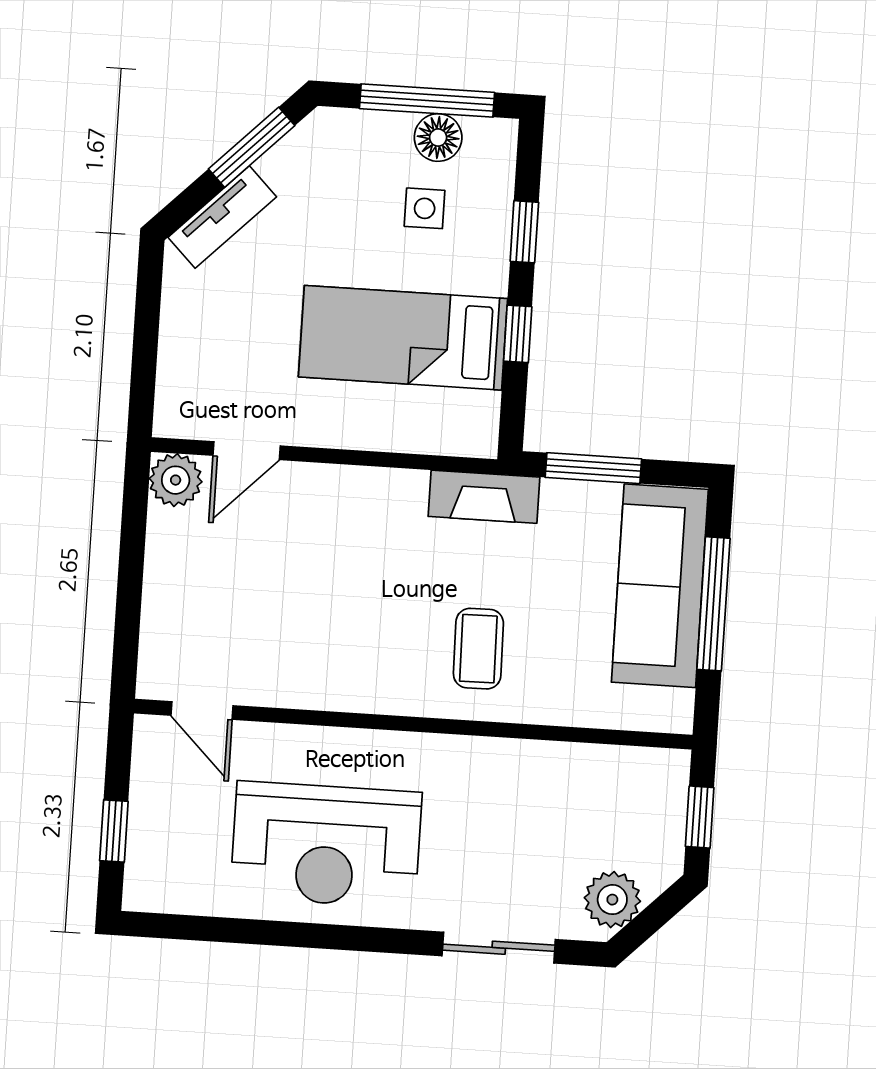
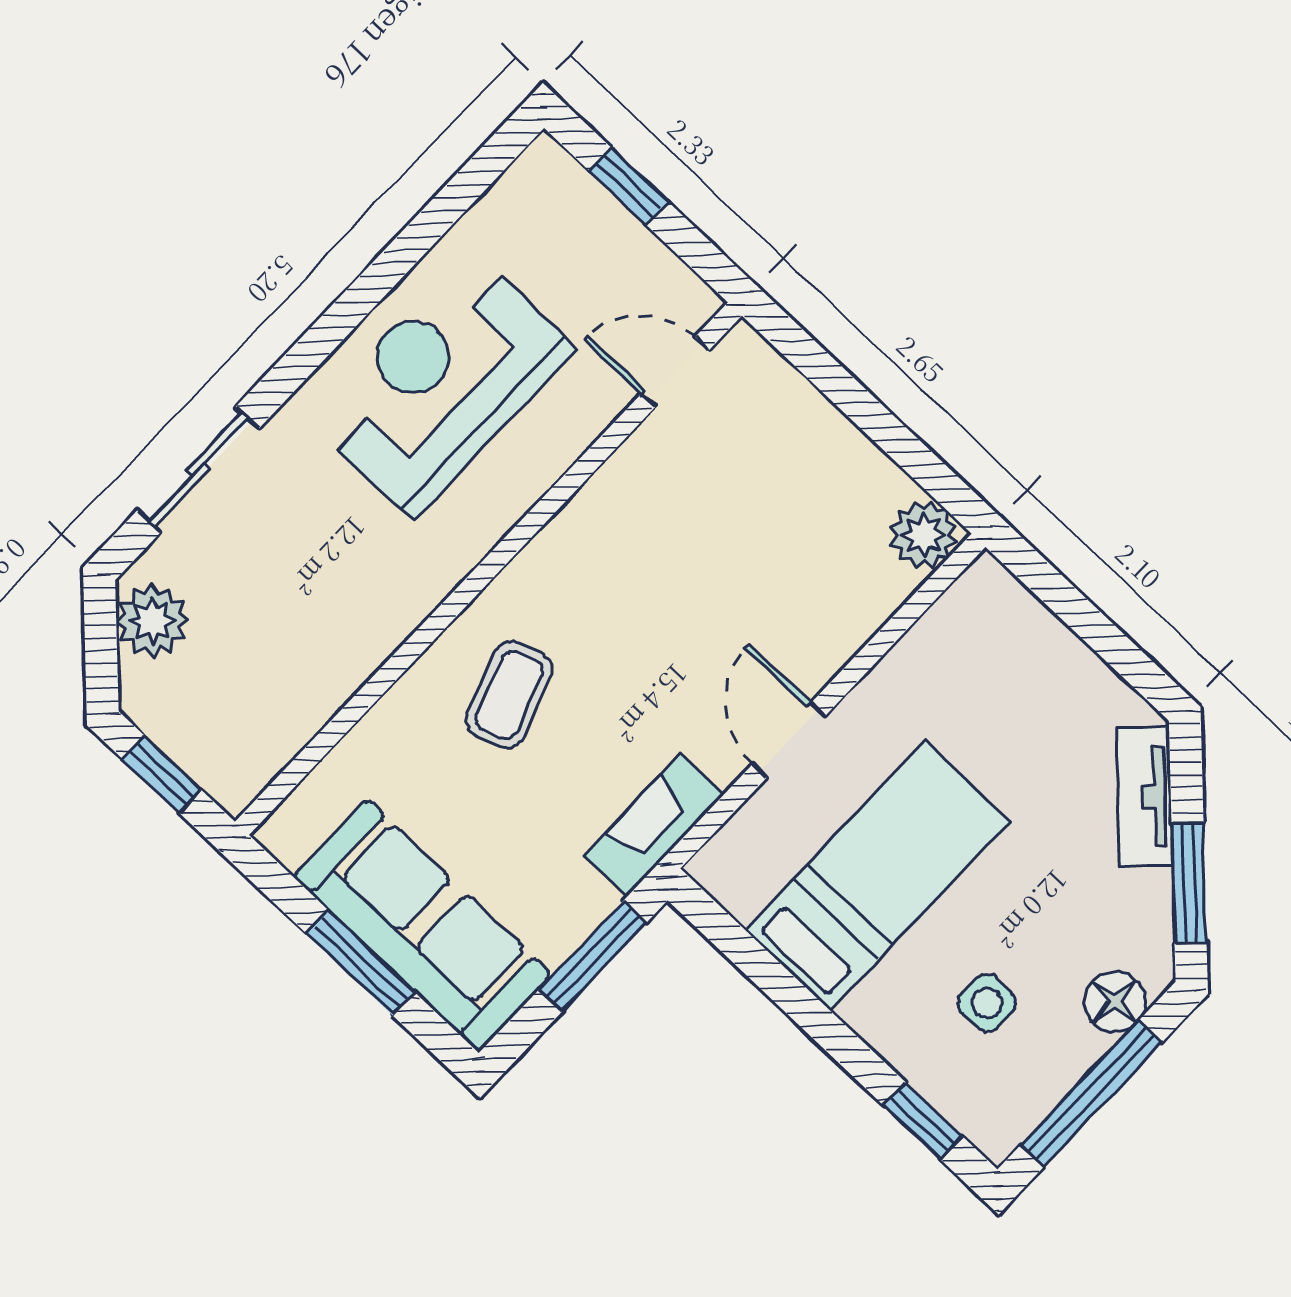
floor lamp: (438, 138) -> (1115, 1002), moved
window: (524, 232) -> (923, 1121), moved
window: (518, 334) -> (787, 992), removed
door: (247, 451) -> (789, 740), moved
window: (713, 604) -> (361, 963), width x0.69
coffee table: (478, 649) -> (509, 695), turned 71

